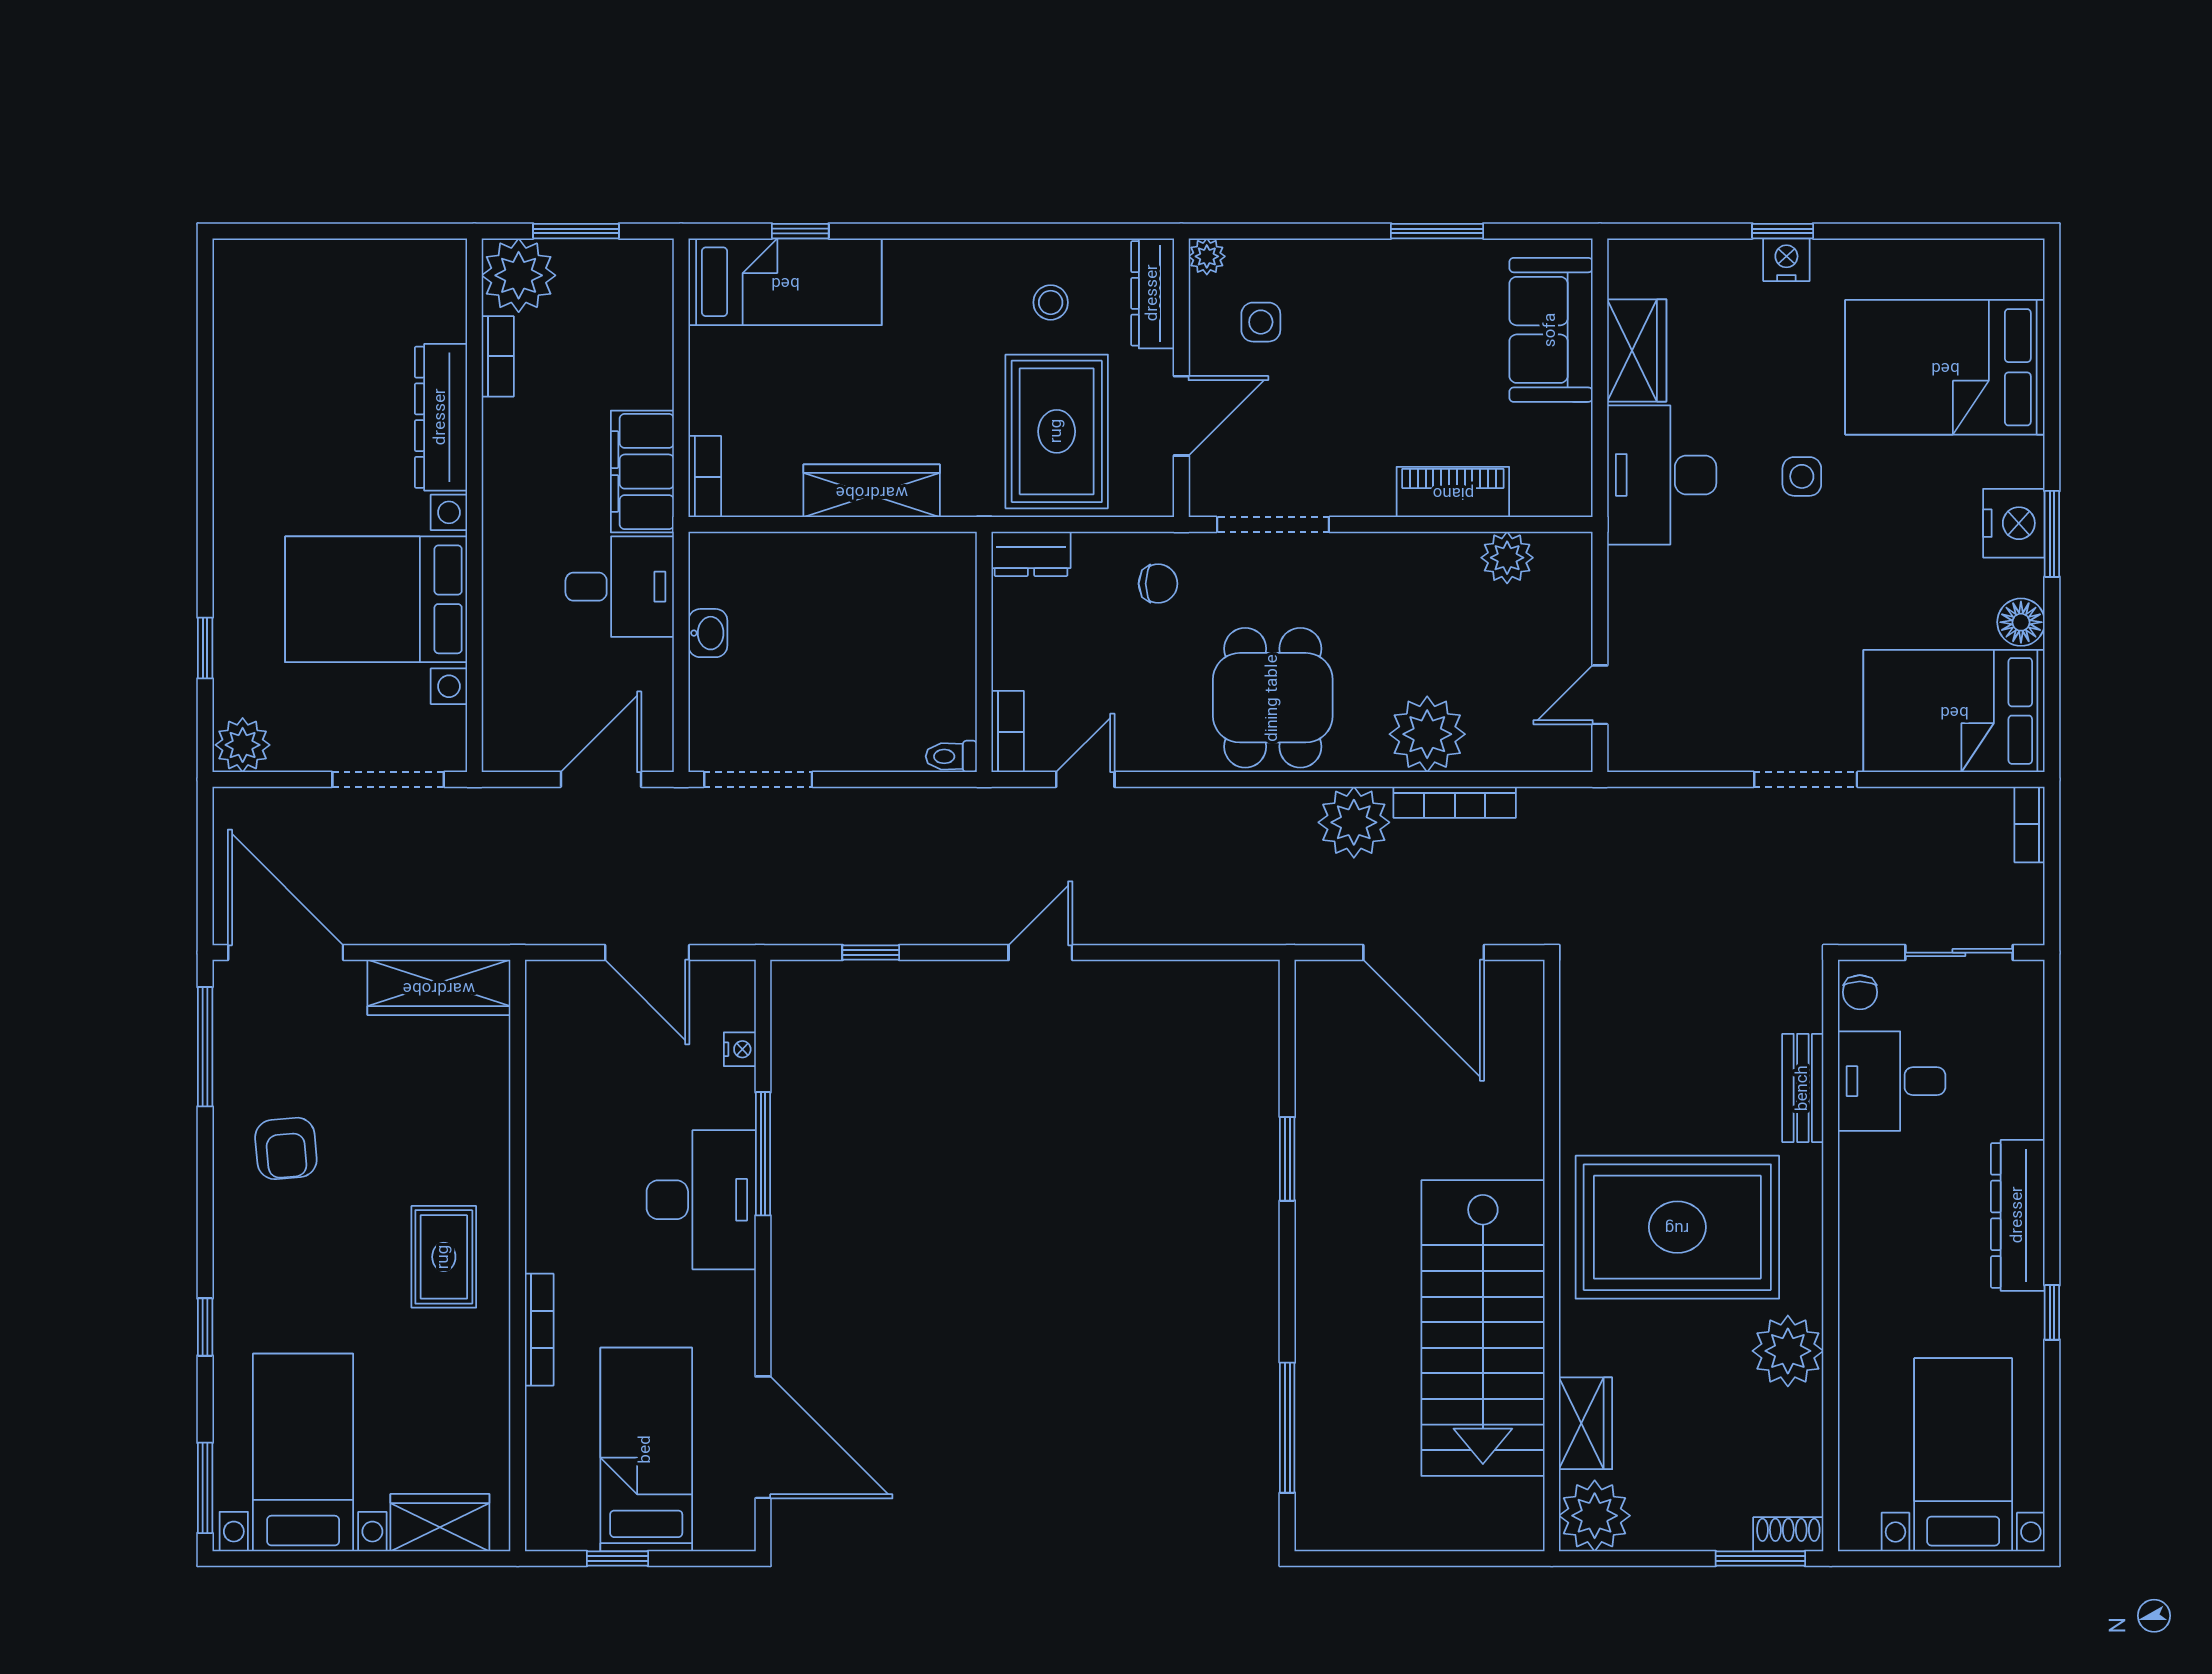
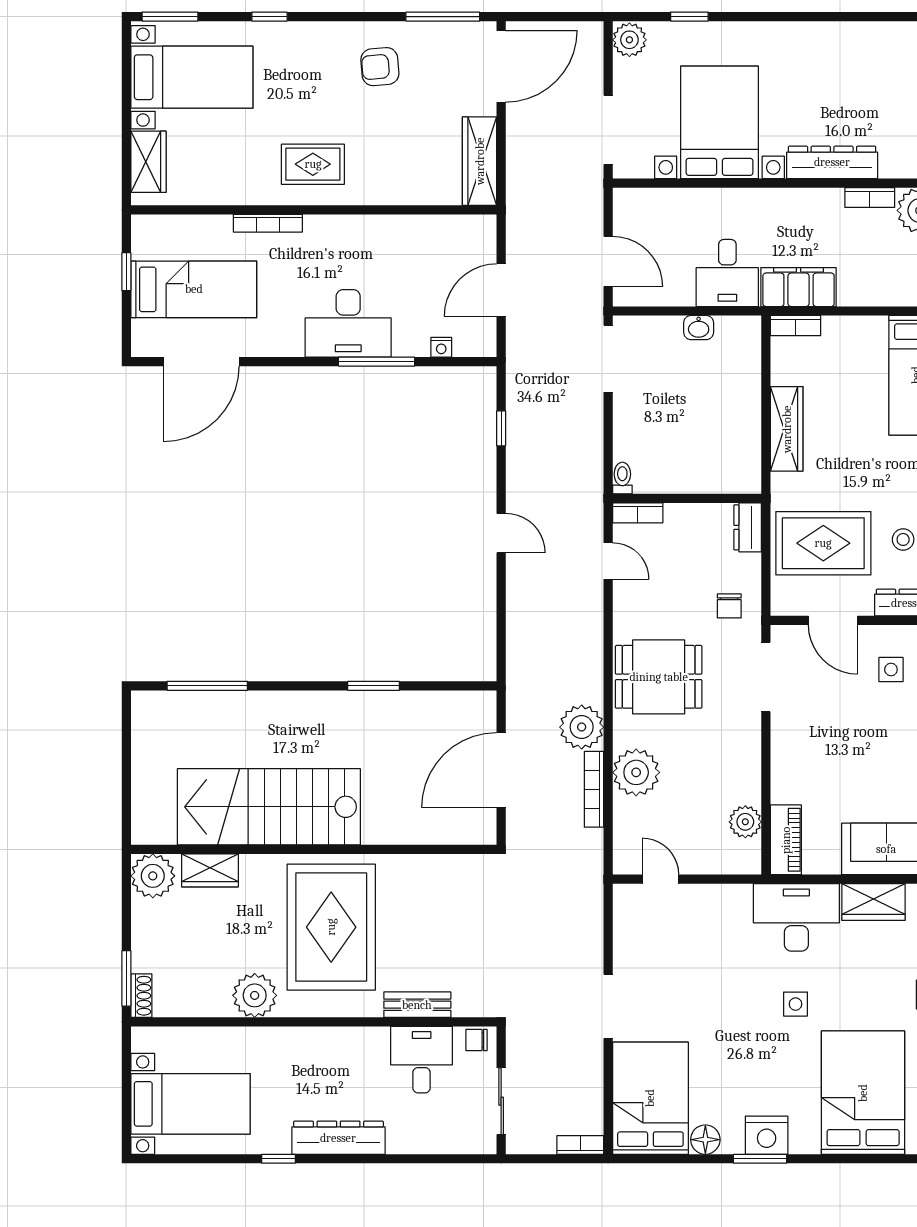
piano: (1453, 492) -> (786, 840), moved

